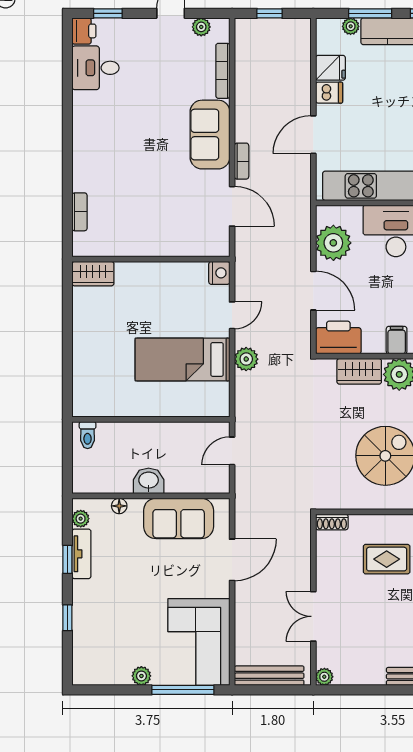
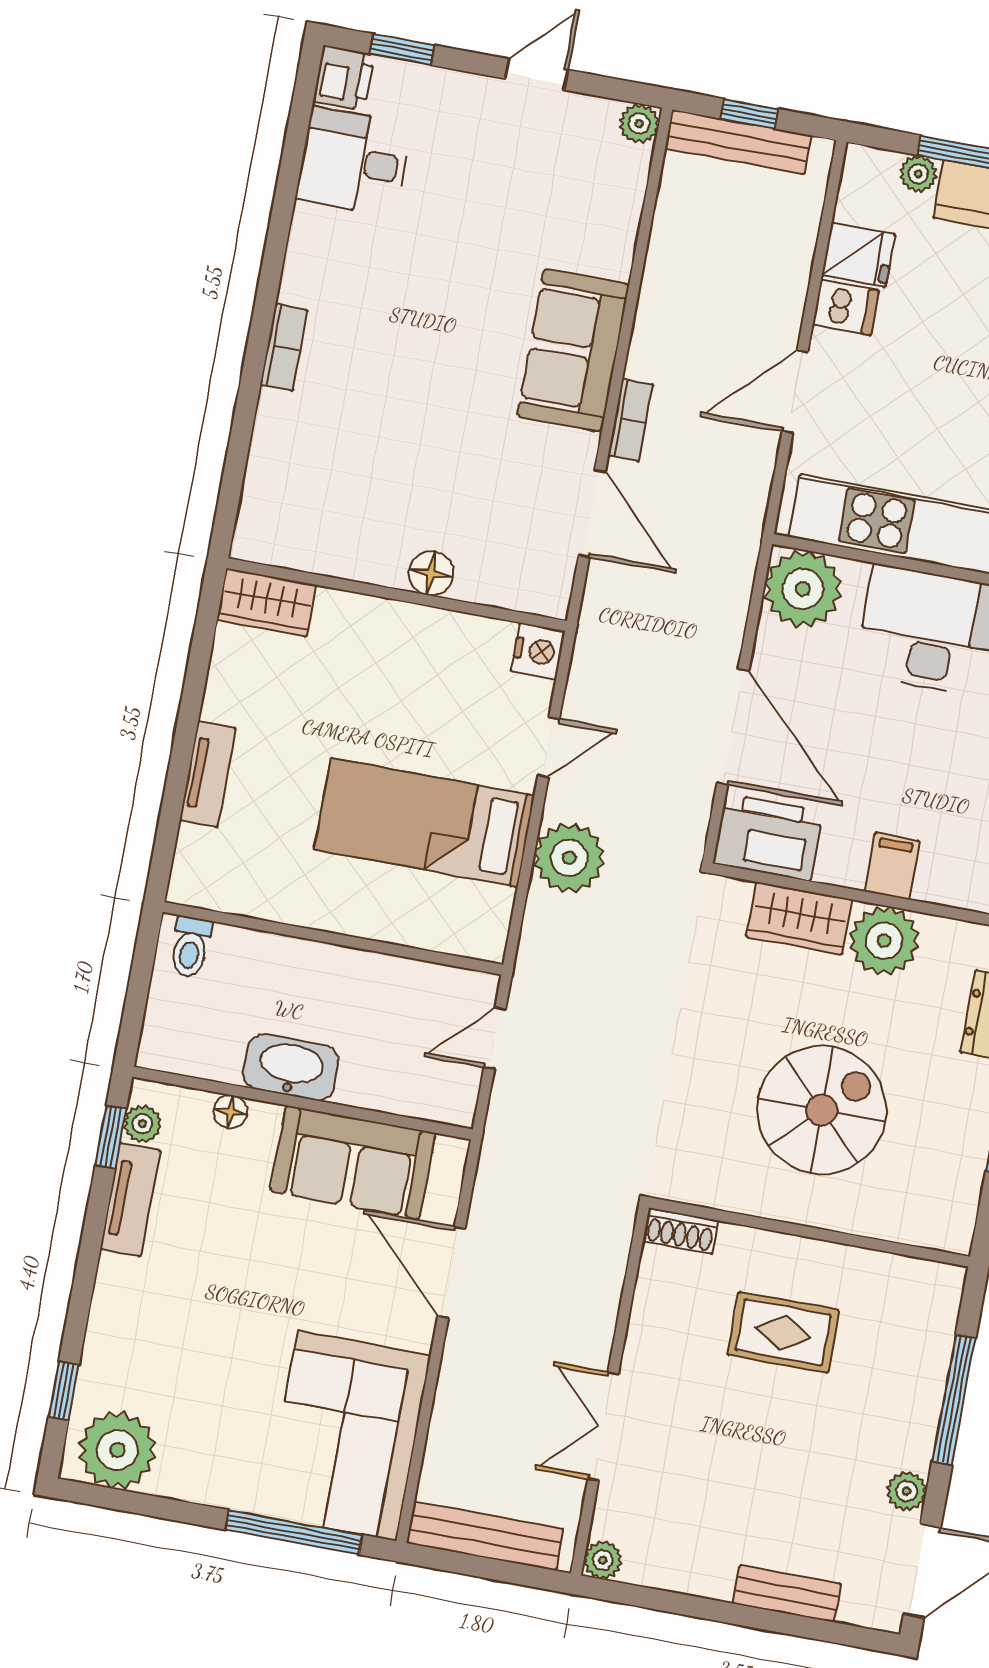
plant: (201, 27) -> (639, 124), moved
bench: (267, 27) -> (738, 142), added
bookcase: (223, 71) -> (626, 219), removed
bookcase: (80, 212) -> (284, 347), moved
plant: (333, 243) -> (803, 589), moved
floor lamp: (165, 247) -> (431, 573), added
door: (313, 291) -> (733, 727), width x1.36
tv unit: (81, 356) -> (208, 774), added
plant: (246, 359) -> (569, 858), width x1.36, depth x1.36
washbasin: (149, 481) -> (291, 1067), width x1.38
window: (67, 559) -> (111, 1137), moved
door: (232, 560) -> (451, 1272), swing flipped
window: (67, 618) -> (64, 1391), moved
plant: (141, 676) -> (117, 1450), moved, width x1.87, depth x1.87

